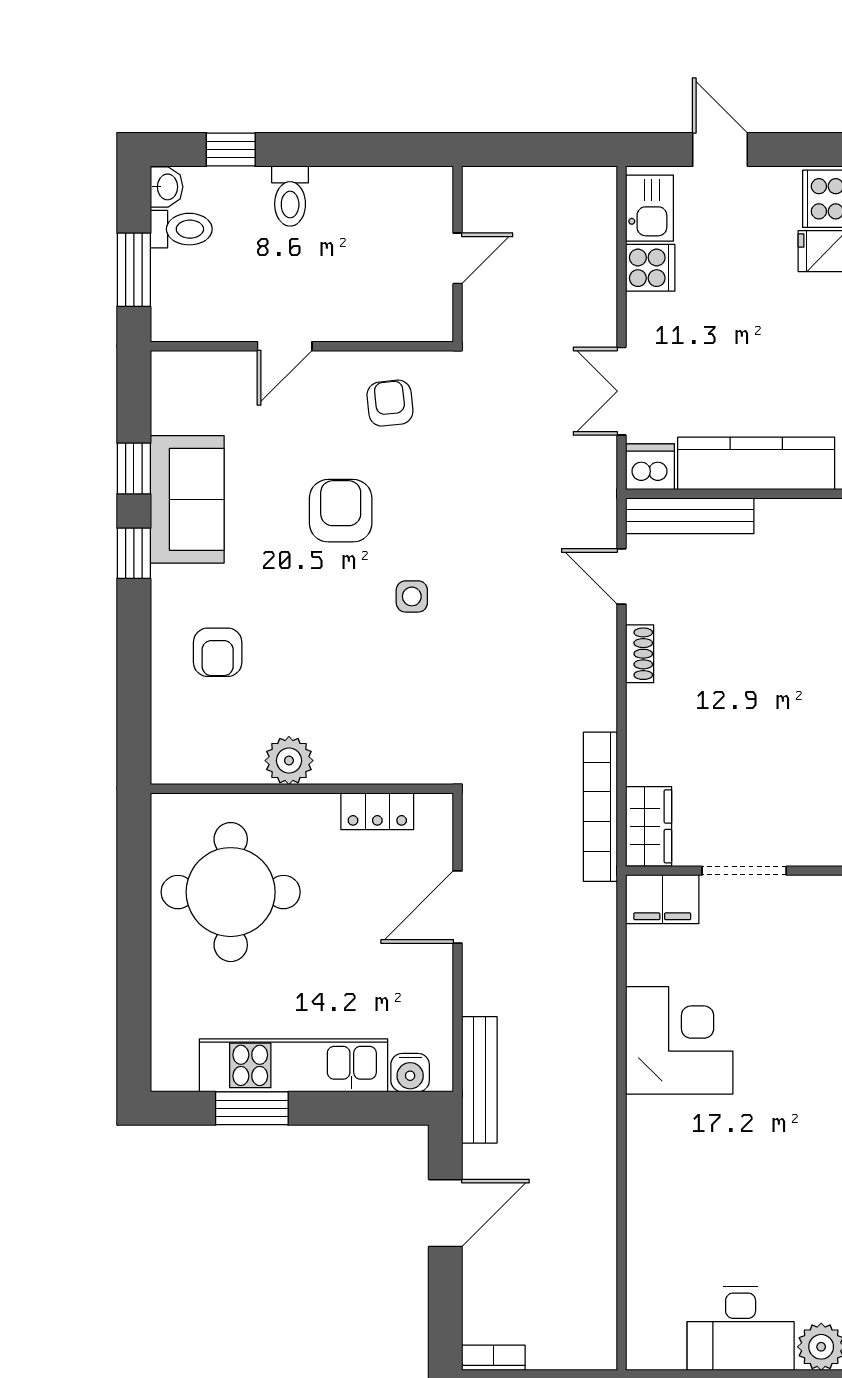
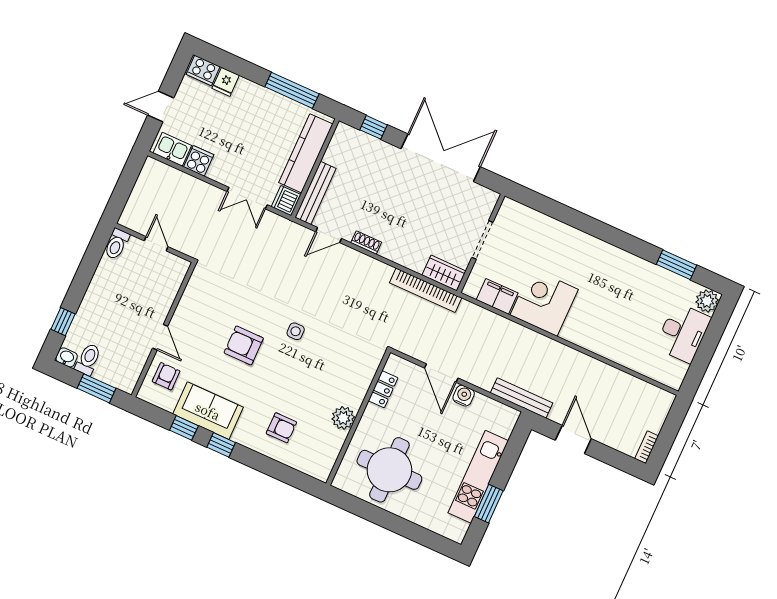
toilet: (290, 196) -> (117, 244), moved, turned 90
armchair: (390, 403) -> (166, 376), moved, turned 96
filing cabinet: (662, 899) -> (497, 296), moved, turned -90
water cooler: (410, 1073) -> (464, 396), moved, turned -90

